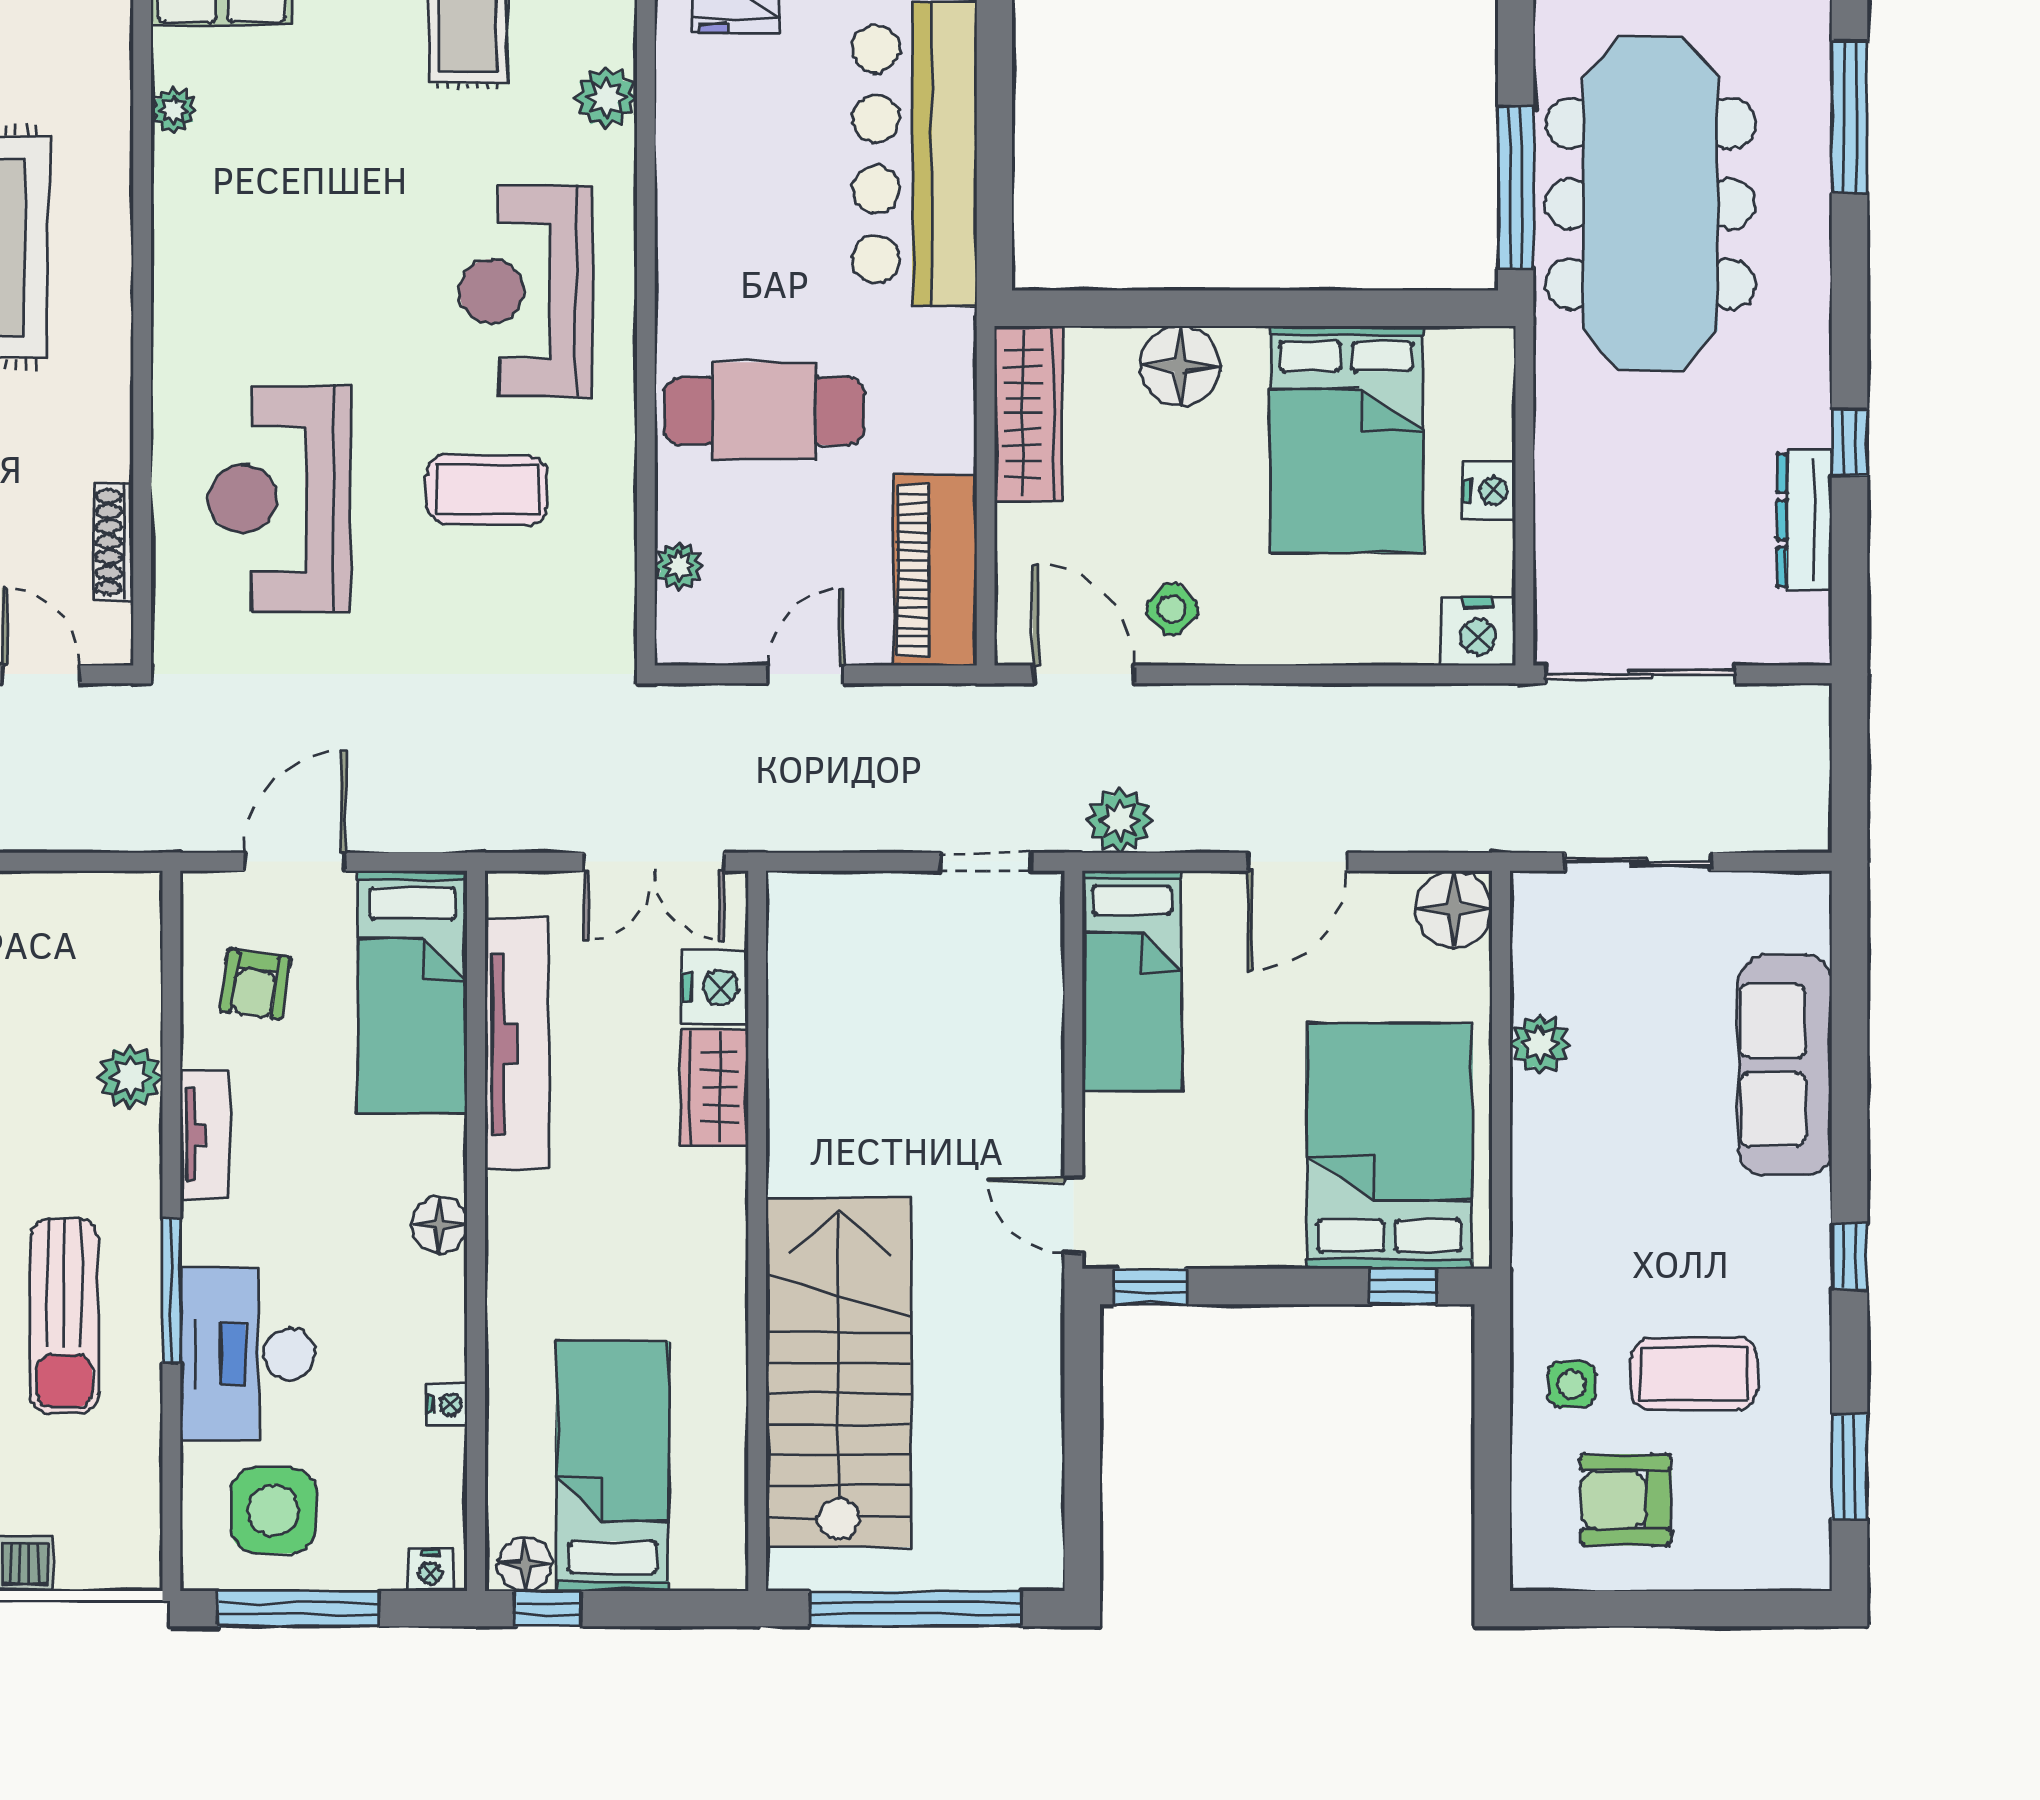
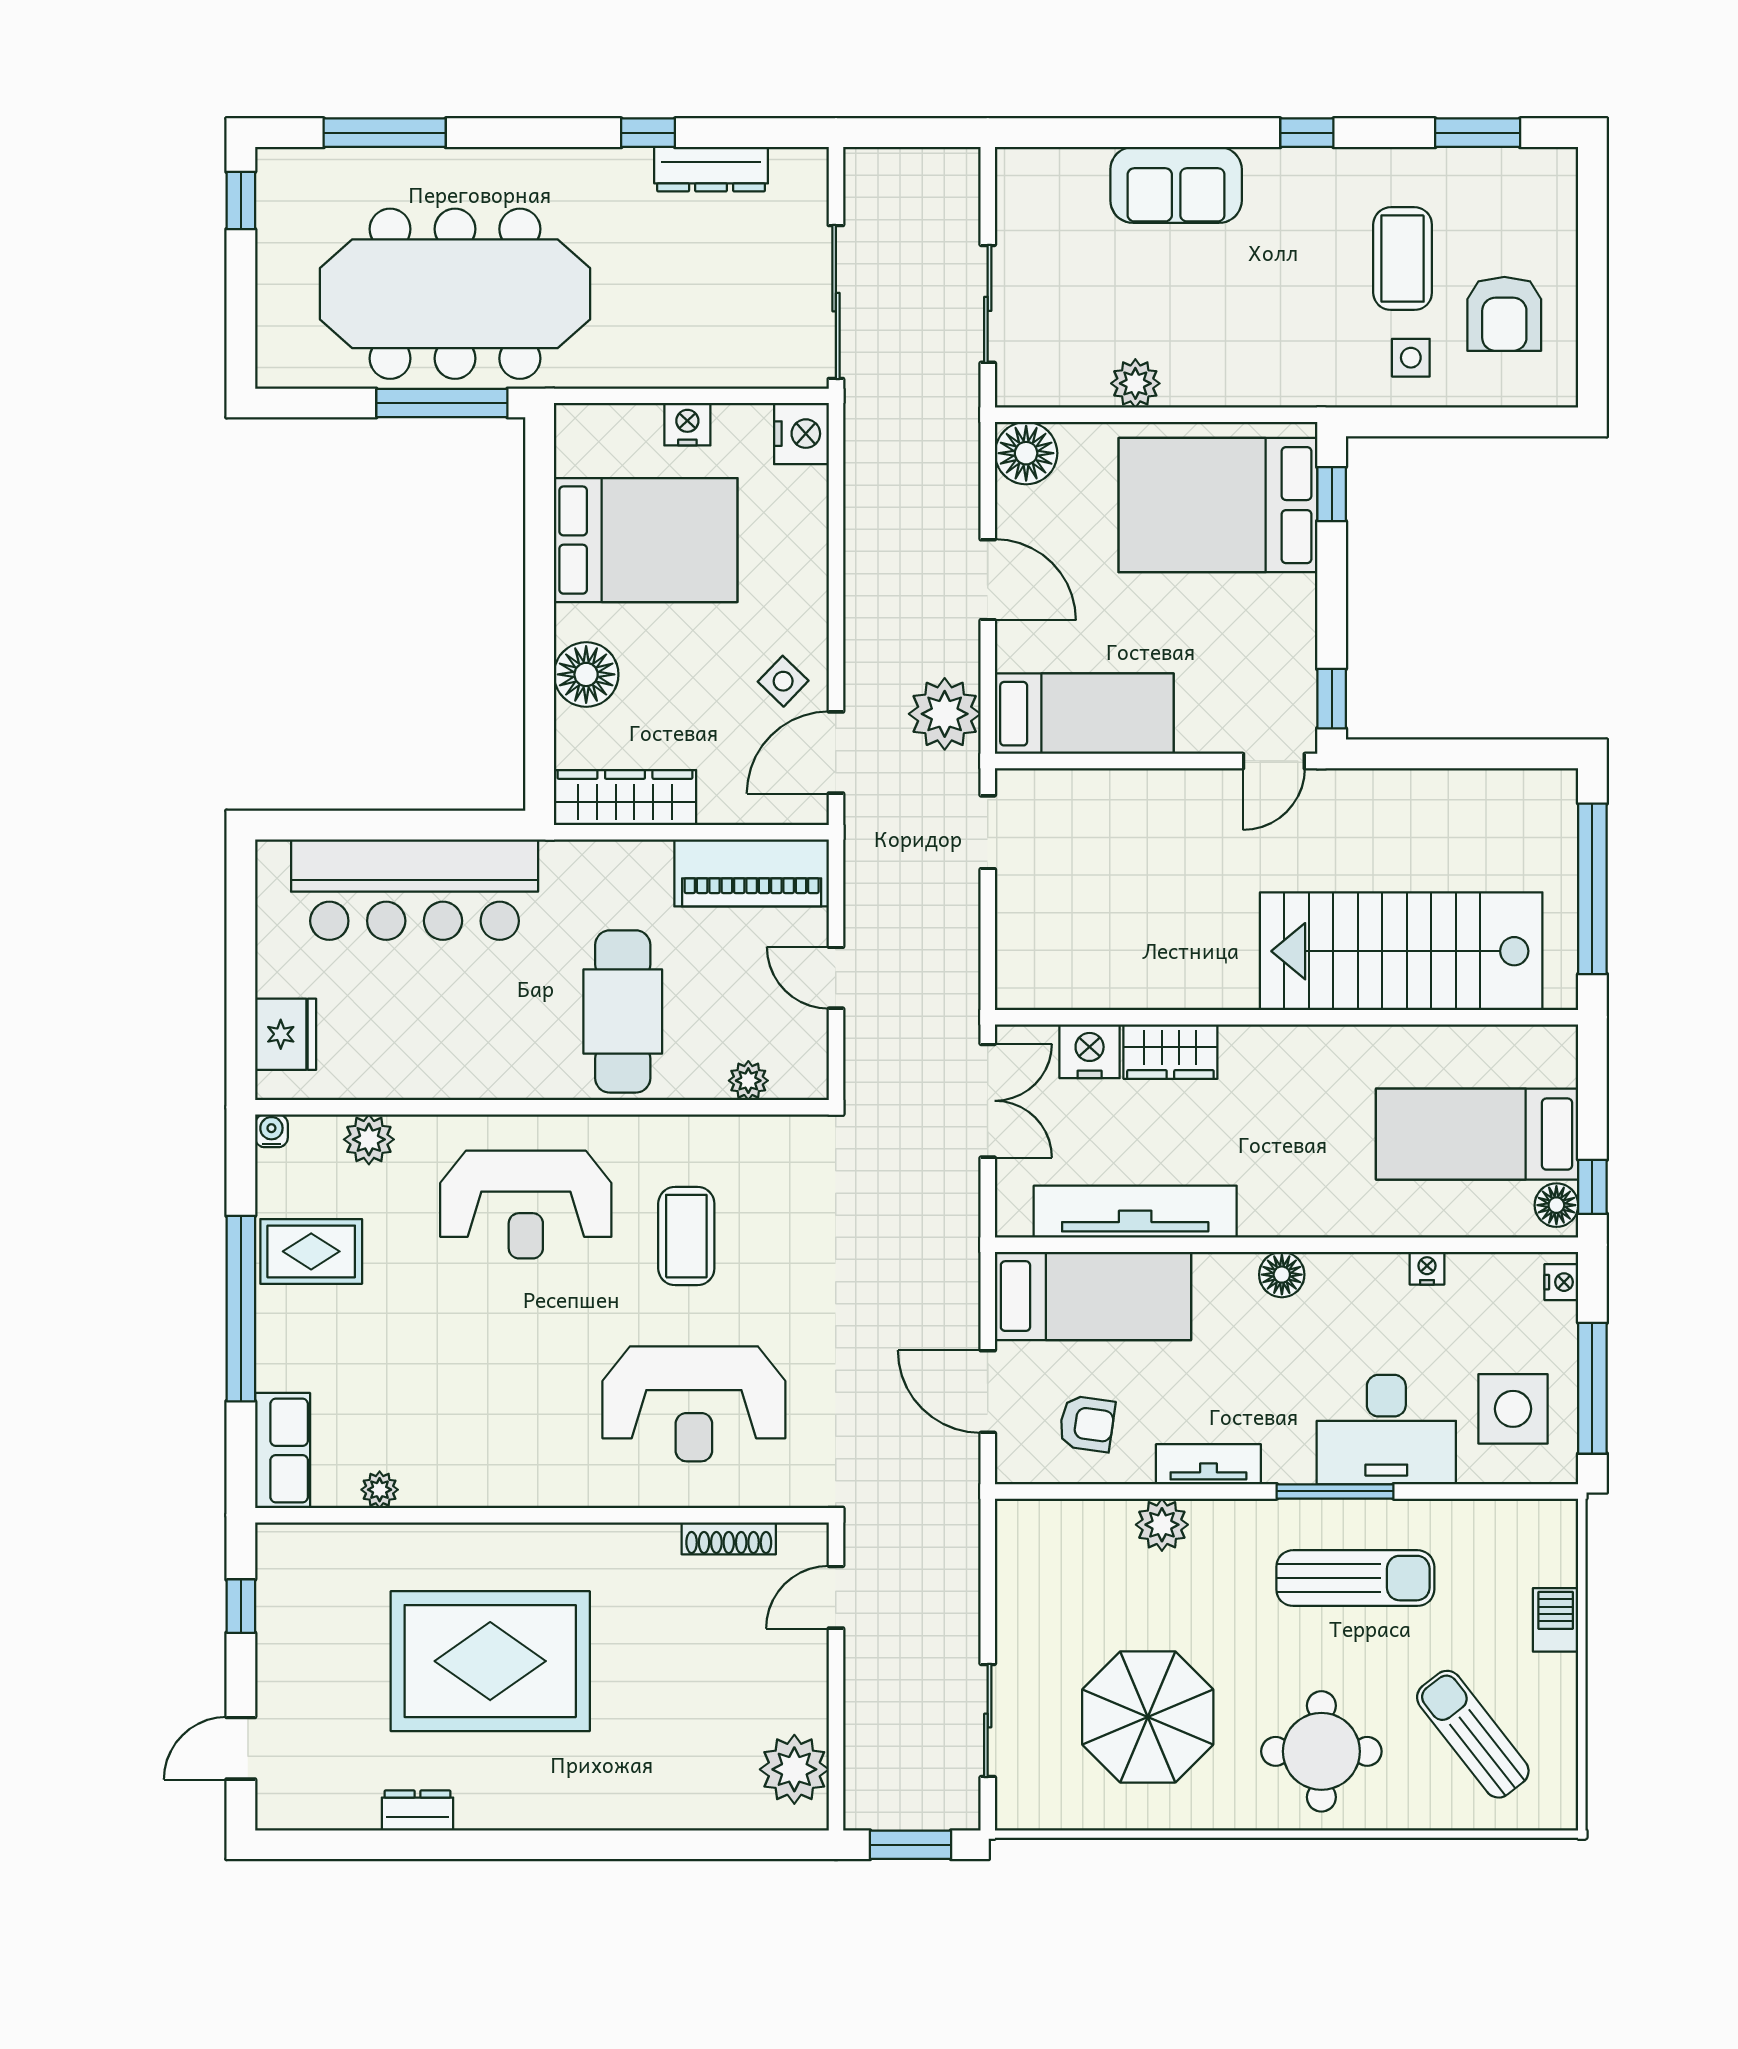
plant: (1120, 820) -> (945, 714), width x1.36, depth x1.36
sofa: (1785, 1065) -> (1176, 185), width x0.73

